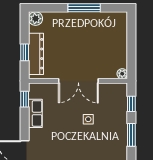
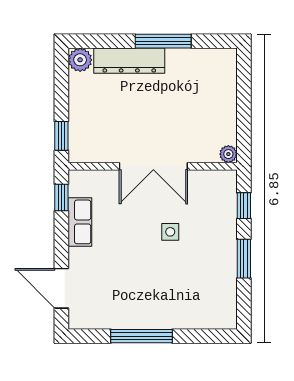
window: (25, 52) -> (61, 136), moved
dresser: (36, 54) -> (129, 61), moved, turned 90

